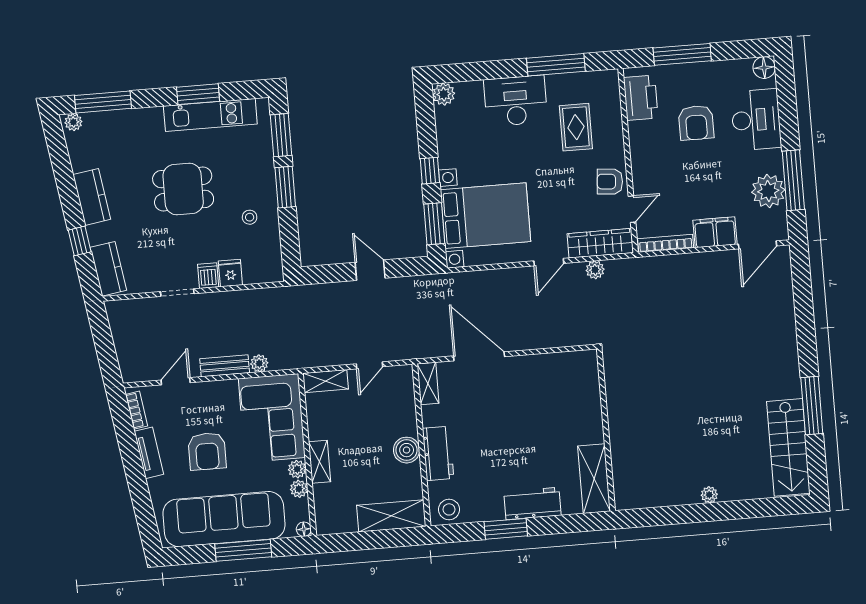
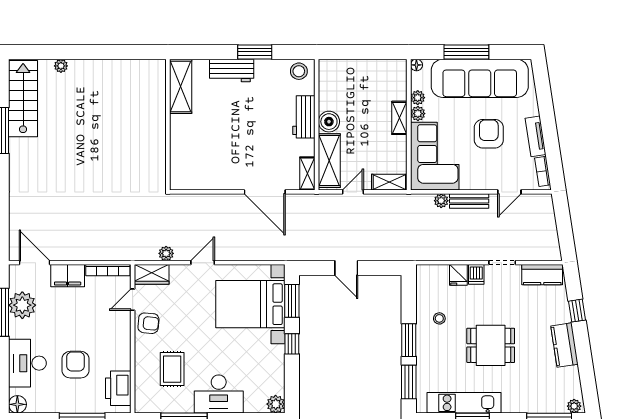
wardrobe: (600, 243) -> (152, 274), width x0.67
door: (757, 245) -> (34, 263), hinge flipped
kitchen counter: (108, 269) -> (542, 275), moved, turned -81
plant: (709, 495) -> (61, 66), moved
shelving: (391, 516) -> (329, 161), moved, turned 90

